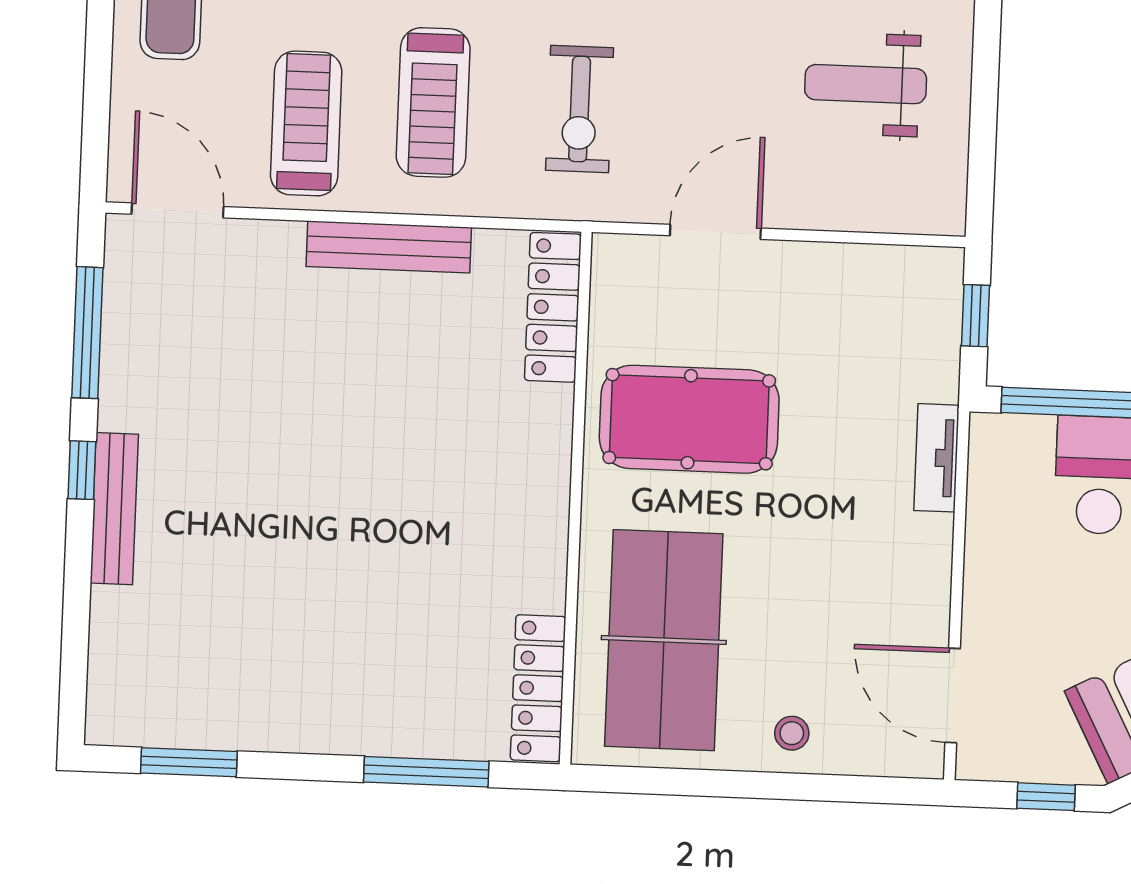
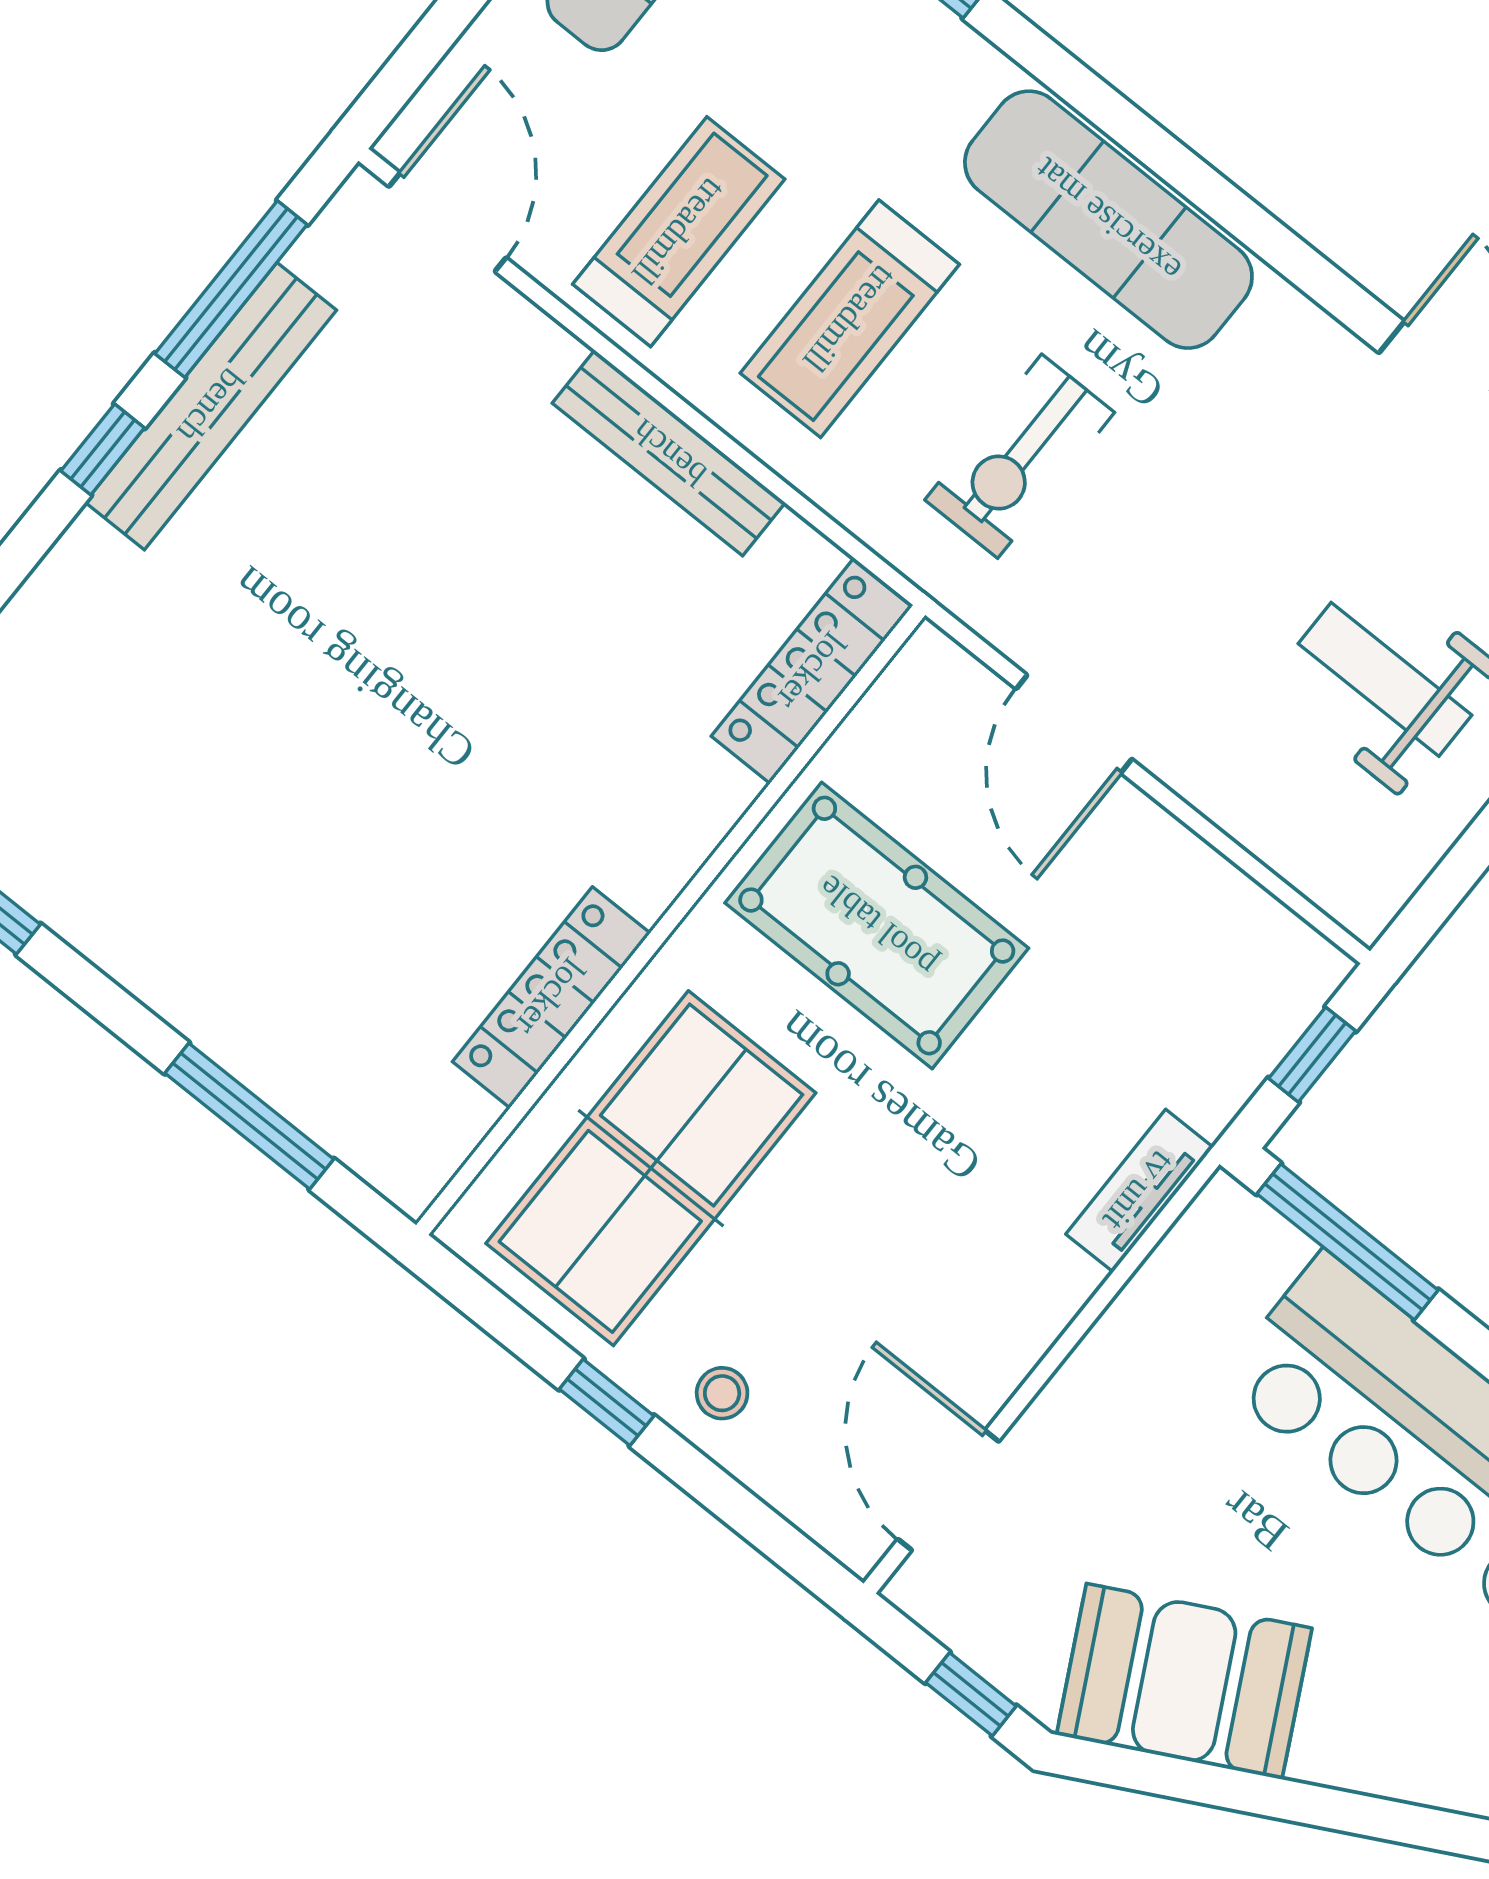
door: (715, 232) -> (1074, 724), swing flipped
bench: (114, 509) -> (211, 406), moved, width x1.37, depth x1.21
locker: (538, 688) -> (551, 997), moved
window: (733, 784) -> (607, 1402), added

